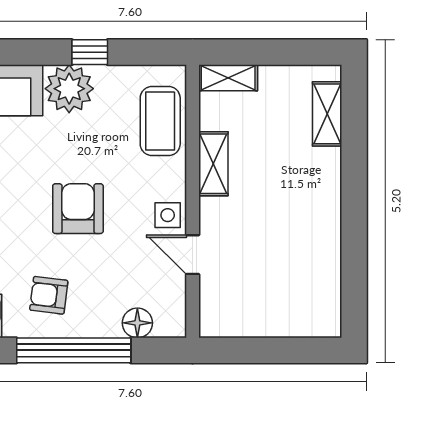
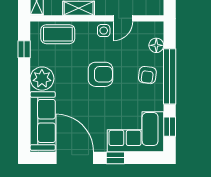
window: (90, 52) -> (24, 49), moved
armchair: (78, 209) -> (101, 74), turned 180
armchair: (49, 295) -> (147, 75), moved

